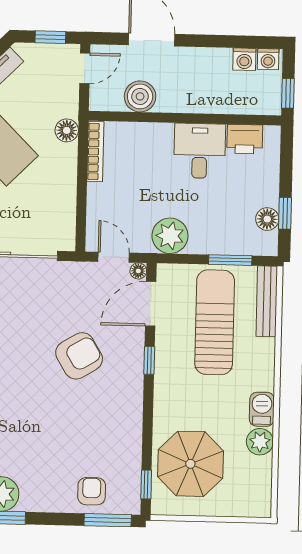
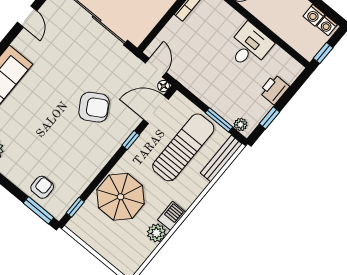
printer: (245, 139) -> (274, 89), moved, turned 90
floor lamp: (267, 219) -> (257, 113), removed
plant: (170, 236) -> (241, 125), moved, width x0.53, depth x0.53
parasol: (190, 464) -> (121, 197), moved

